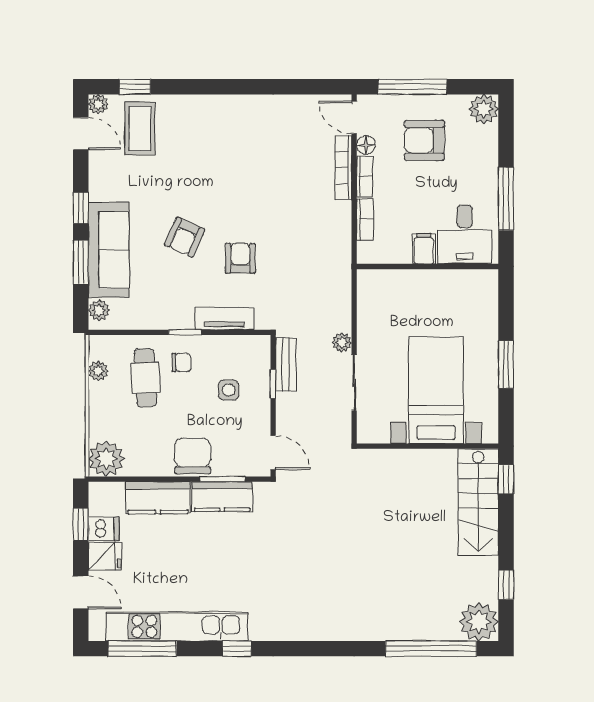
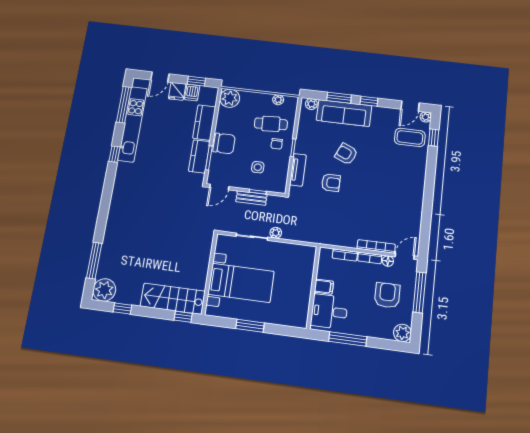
bench: (286, 364) -> (251, 198), moved
window: (431, 649) -> (94, 261), width x0.68

